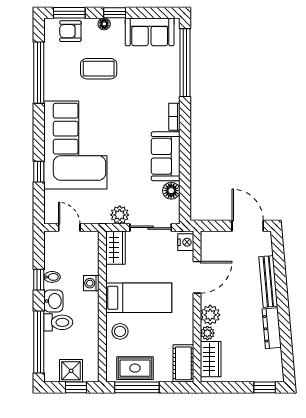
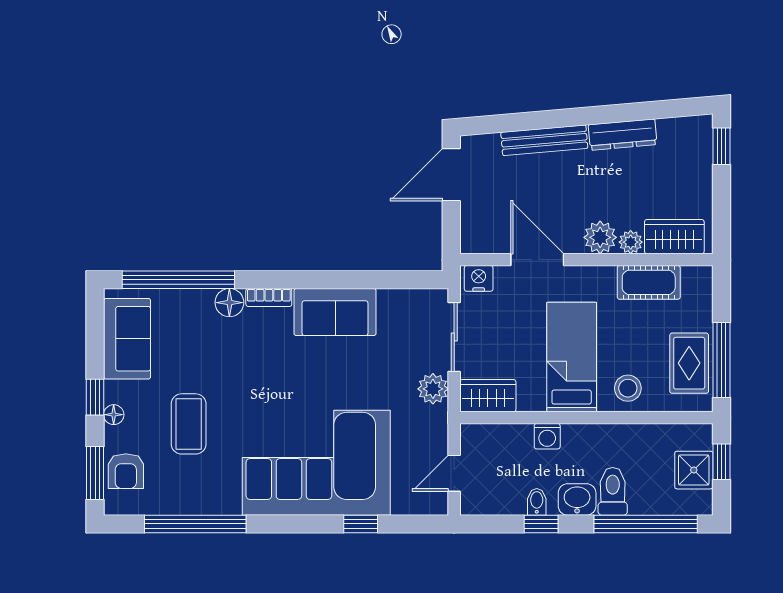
floor lamp: (171, 191) -> (229, 303), moved
cot: (183, 363) -> (649, 282), moved

